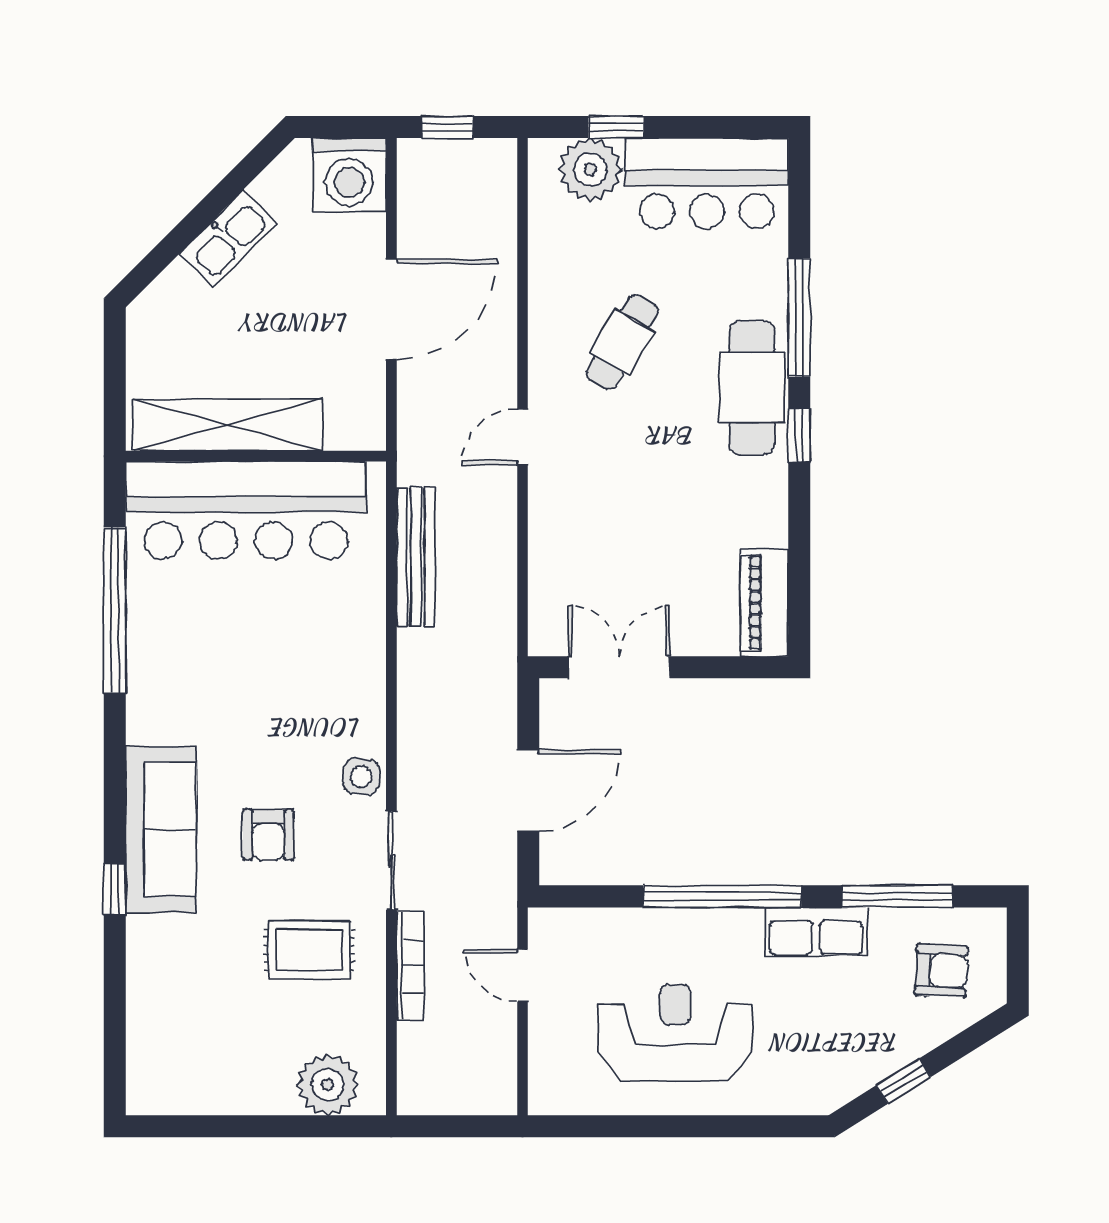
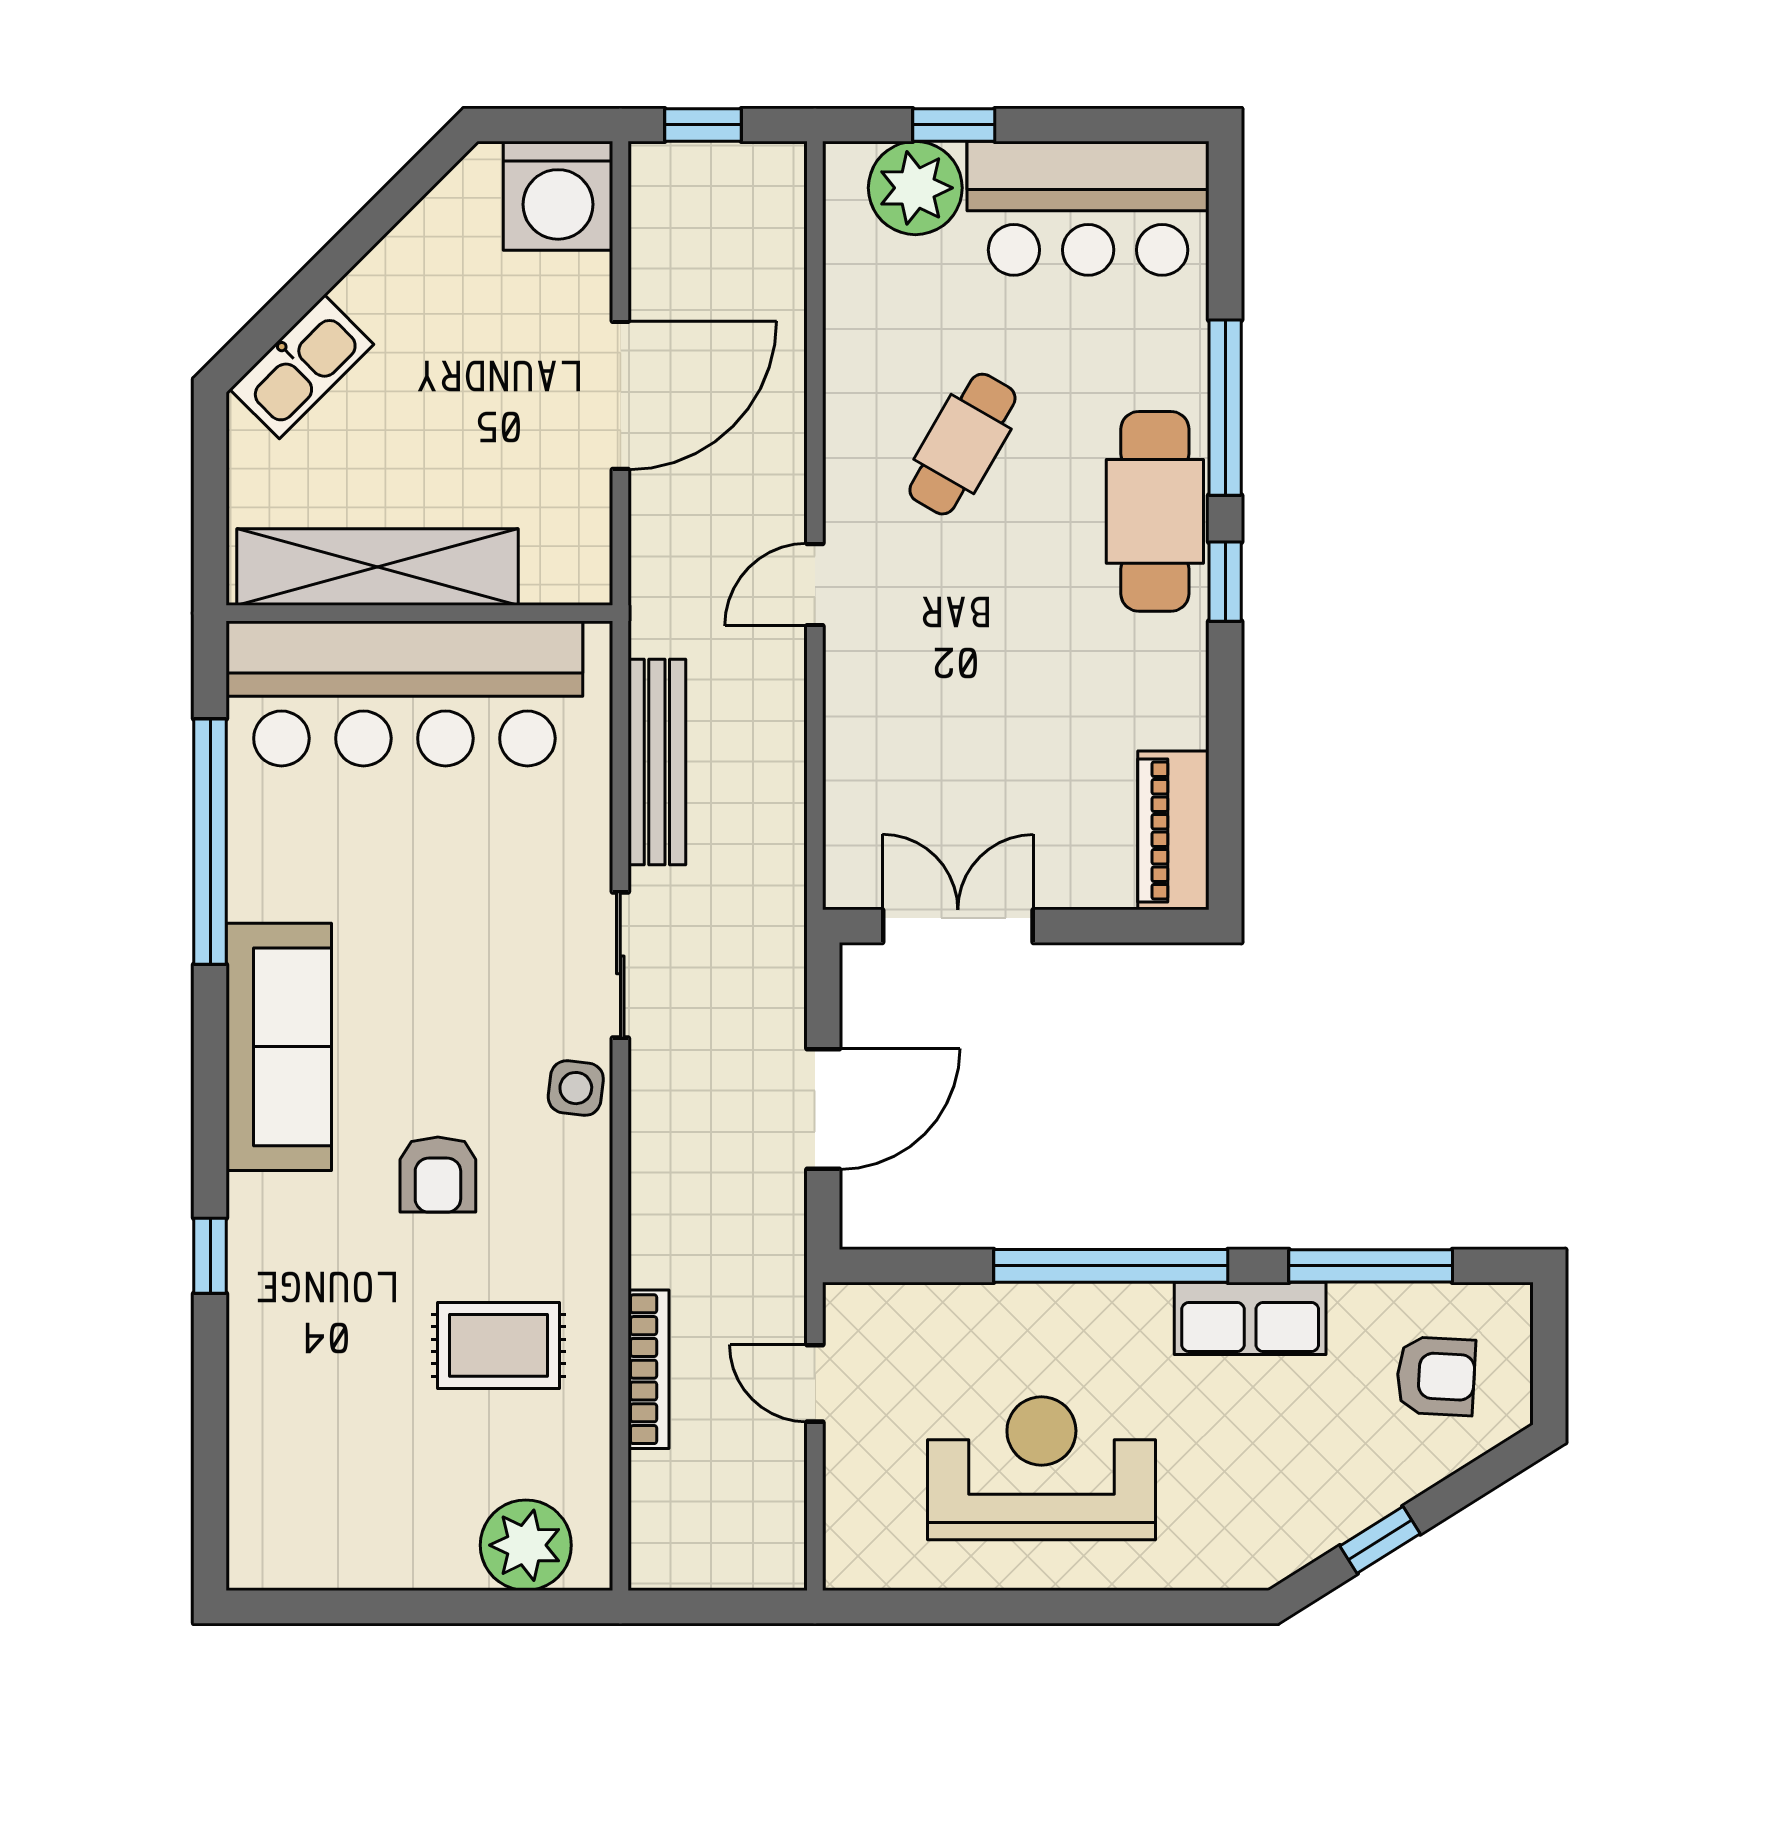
kitchen sink: (228, 238) -> (302, 367), moved
sofa: (161, 829) -> (279, 1047), moved
sliding door: (391, 861) -> (620, 965), moved

